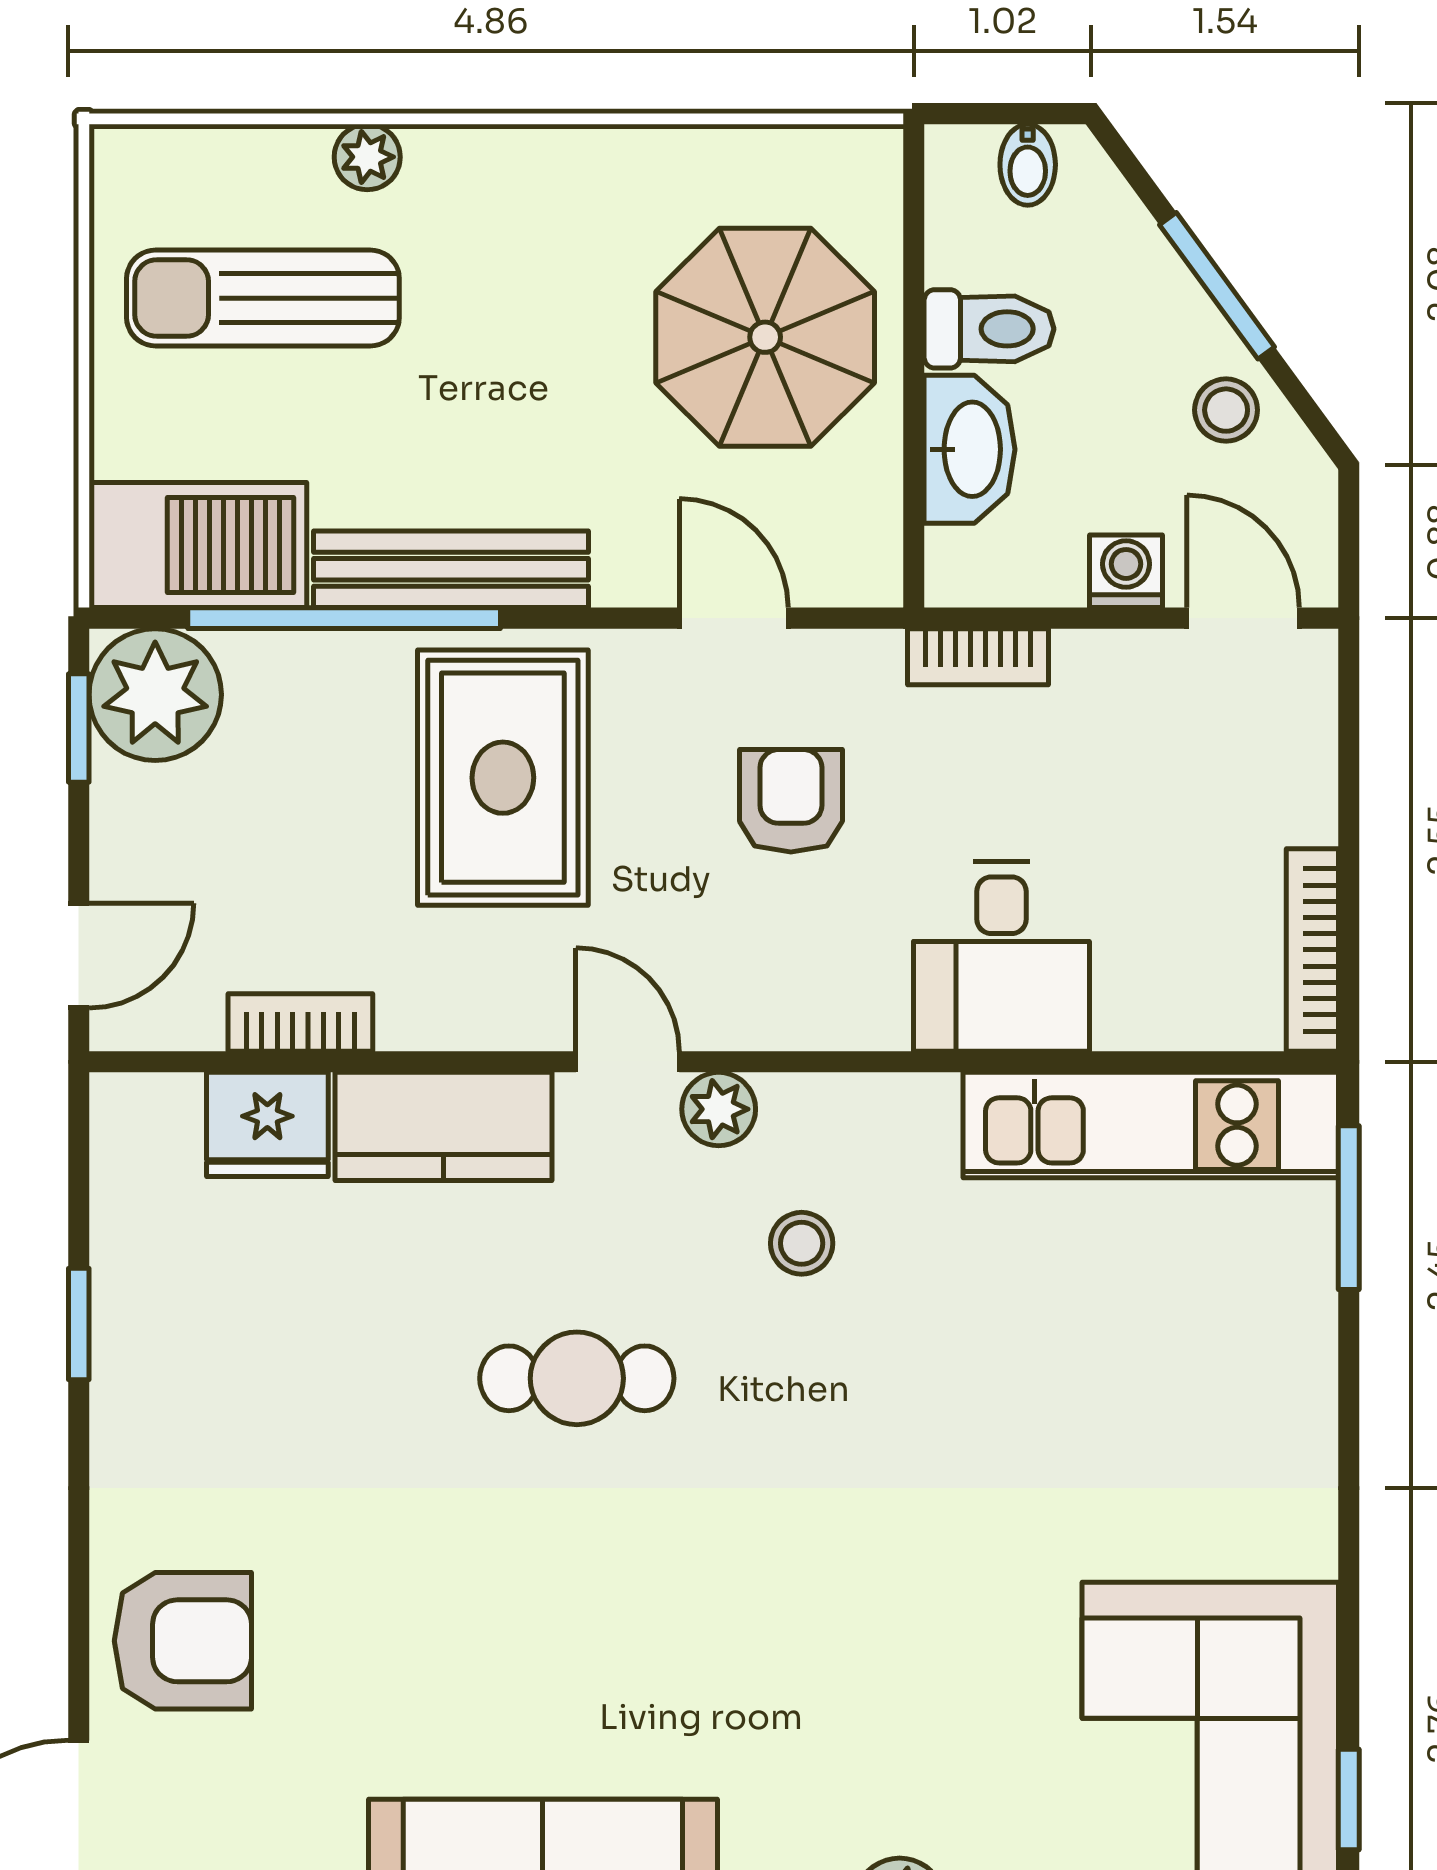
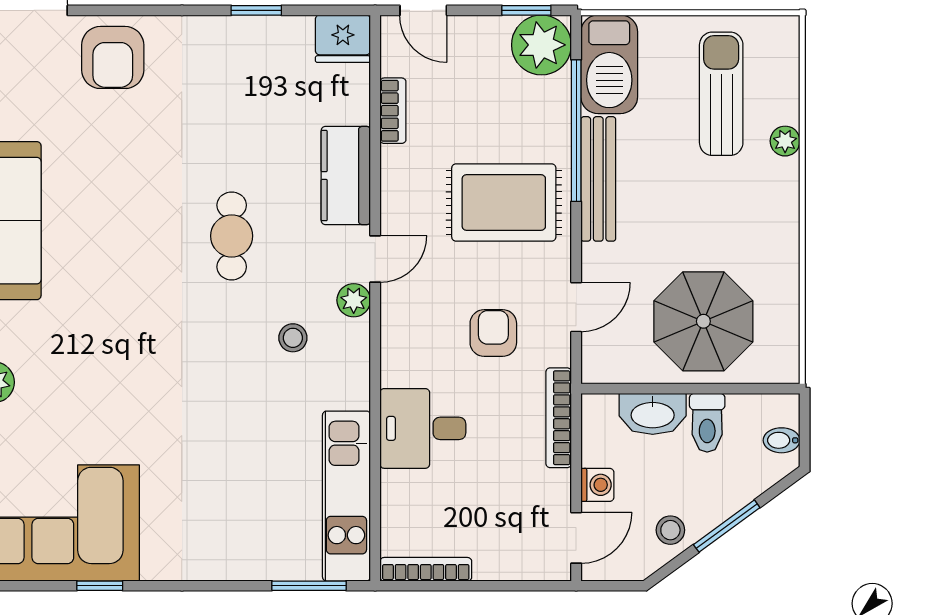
bookcase: (978, 657) -> (559, 418), width x1.56
armchair: (791, 801) -> (493, 333), turned -90
fridge: (267, 1124) -> (343, 39), moved, turned -90
window: (1349, 1799) -> (100, 586), moved

